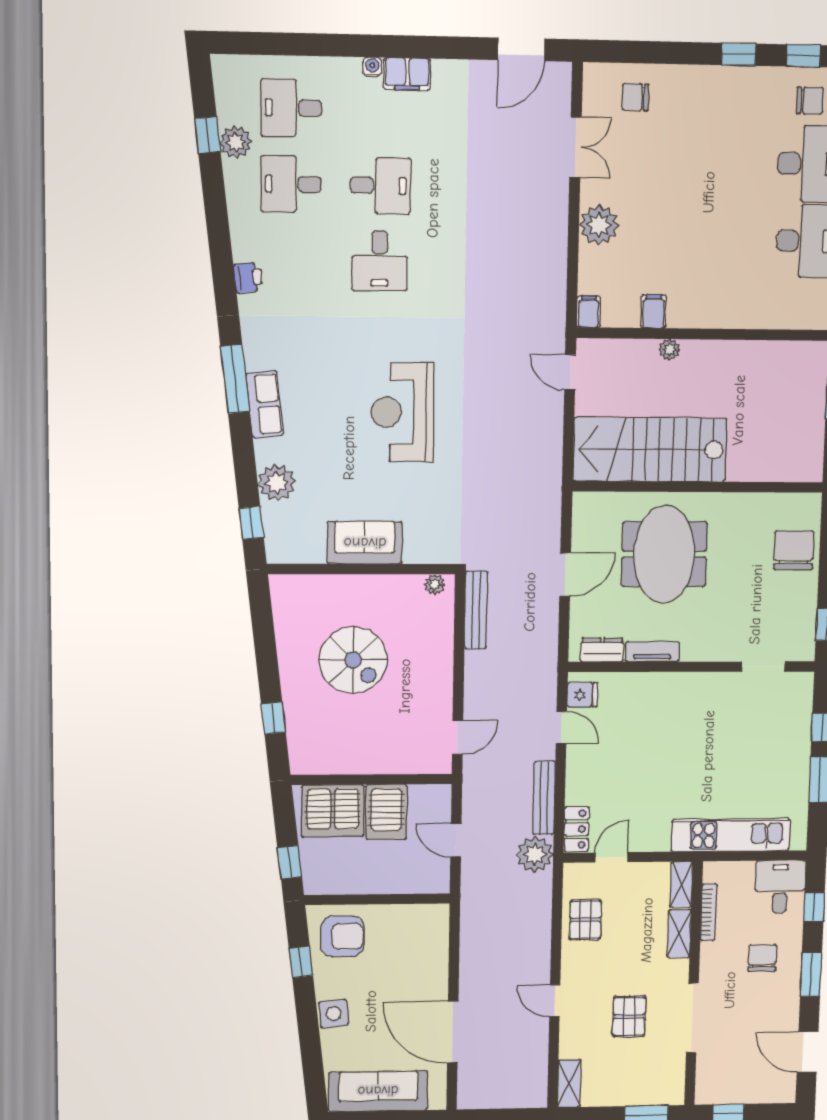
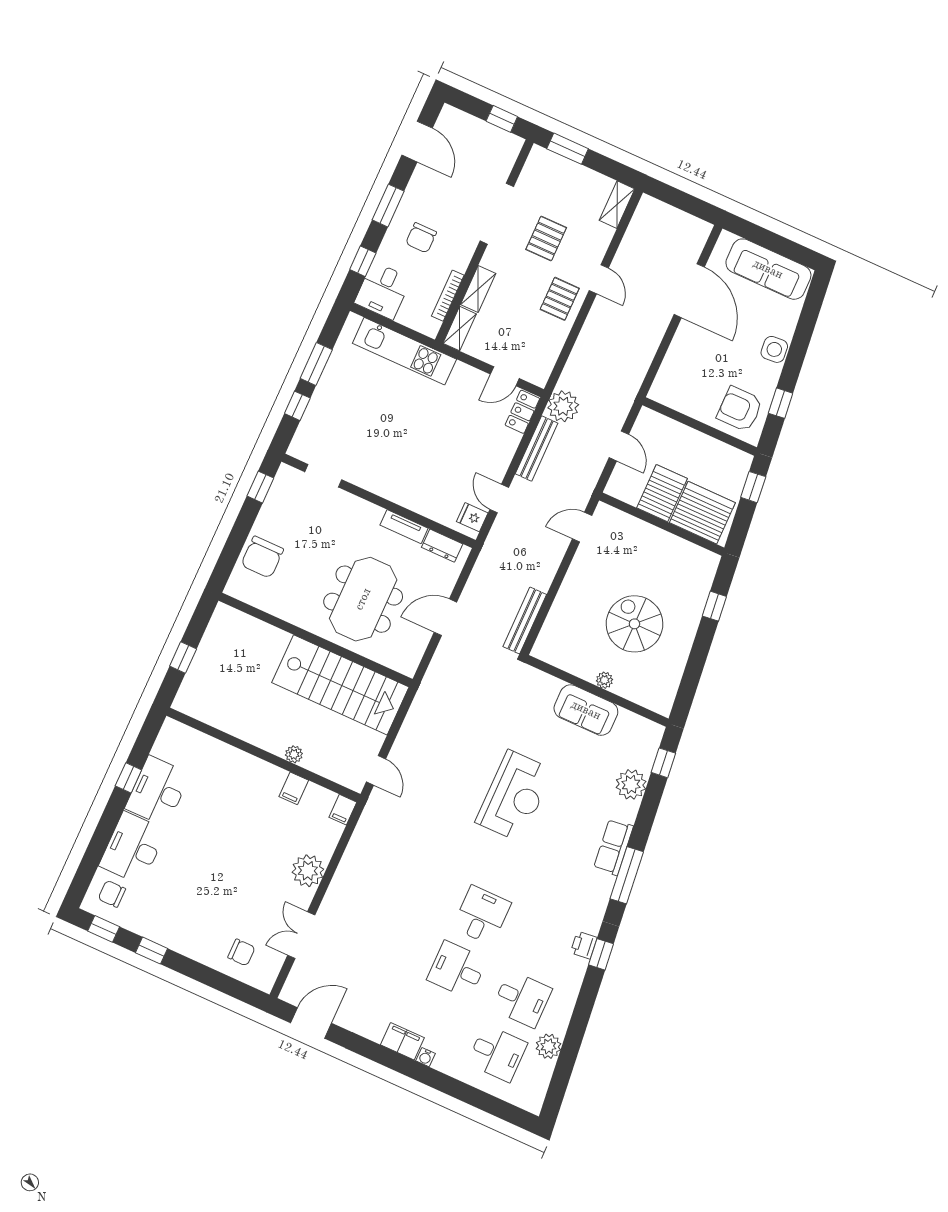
window: (207, 135) -> (601, 954), moved
plant: (435, 584) -> (604, 680), moved
pallet: (585, 920) -> (560, 299), moved

